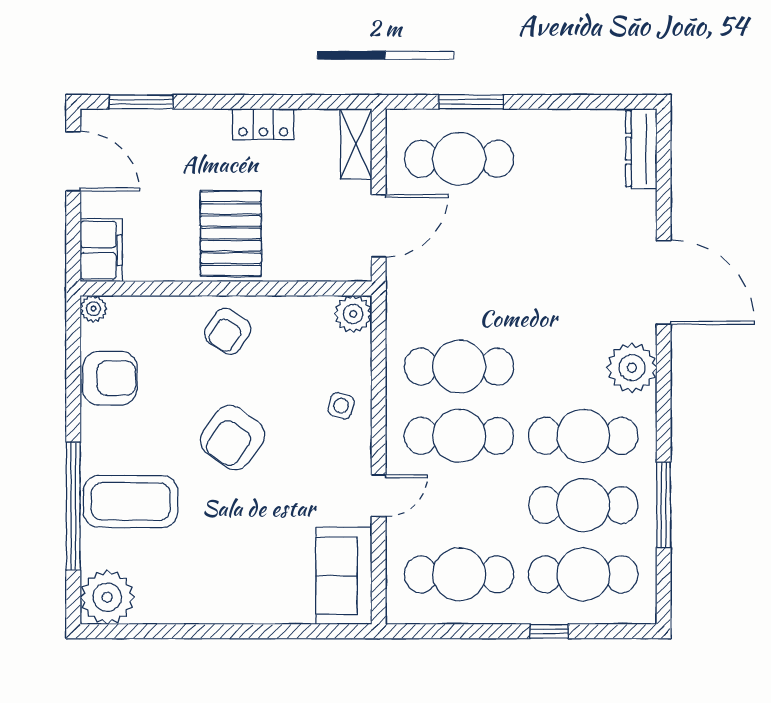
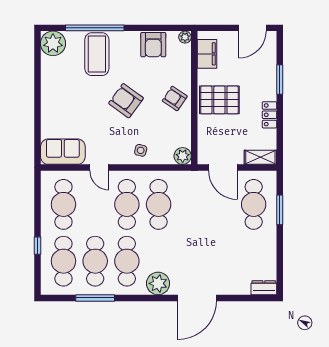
window: (141, 102) -> (280, 80), moved
dresser: (641, 149) -> (264, 288), width x0.70
filing cabinet: (101, 250) -> (207, 54), moved, turned -90

